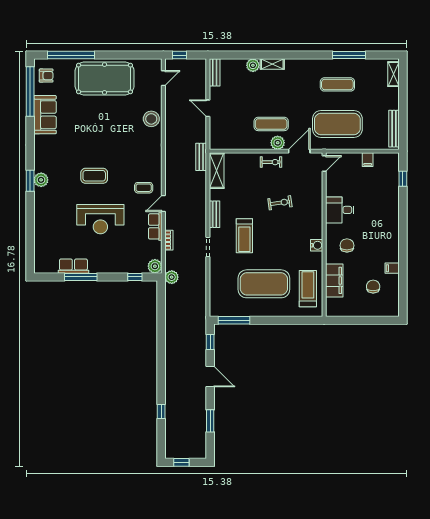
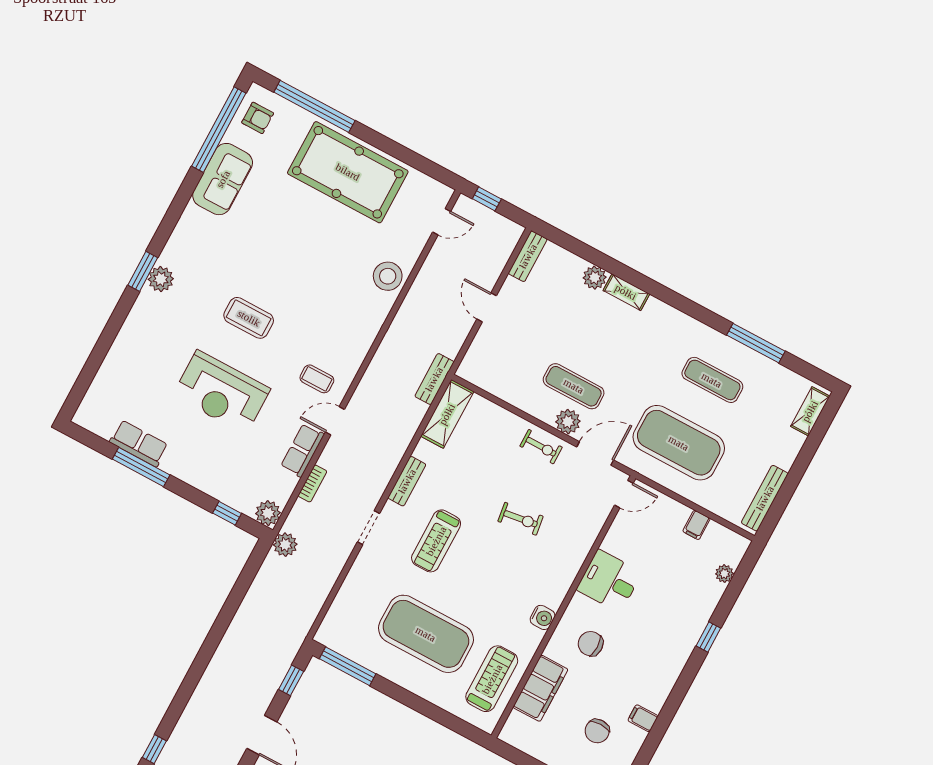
plant: (394, 176) -> (724, 574), added
window: (403, 179) -> (708, 637), moved
chair: (347, 245) -> (591, 644), turned -90
chair: (373, 287) -> (597, 731), turned 180

